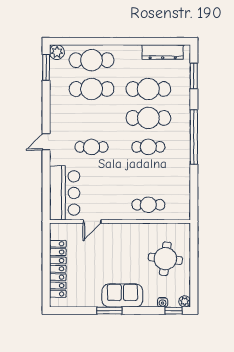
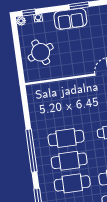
cafe table: (148, 147) -> (66, 138), width x1.37, depth x1.35
cafe table: (148, 205) -> (60, 93), removed
round table: (165, 259) -> (41, 52), turned -30

